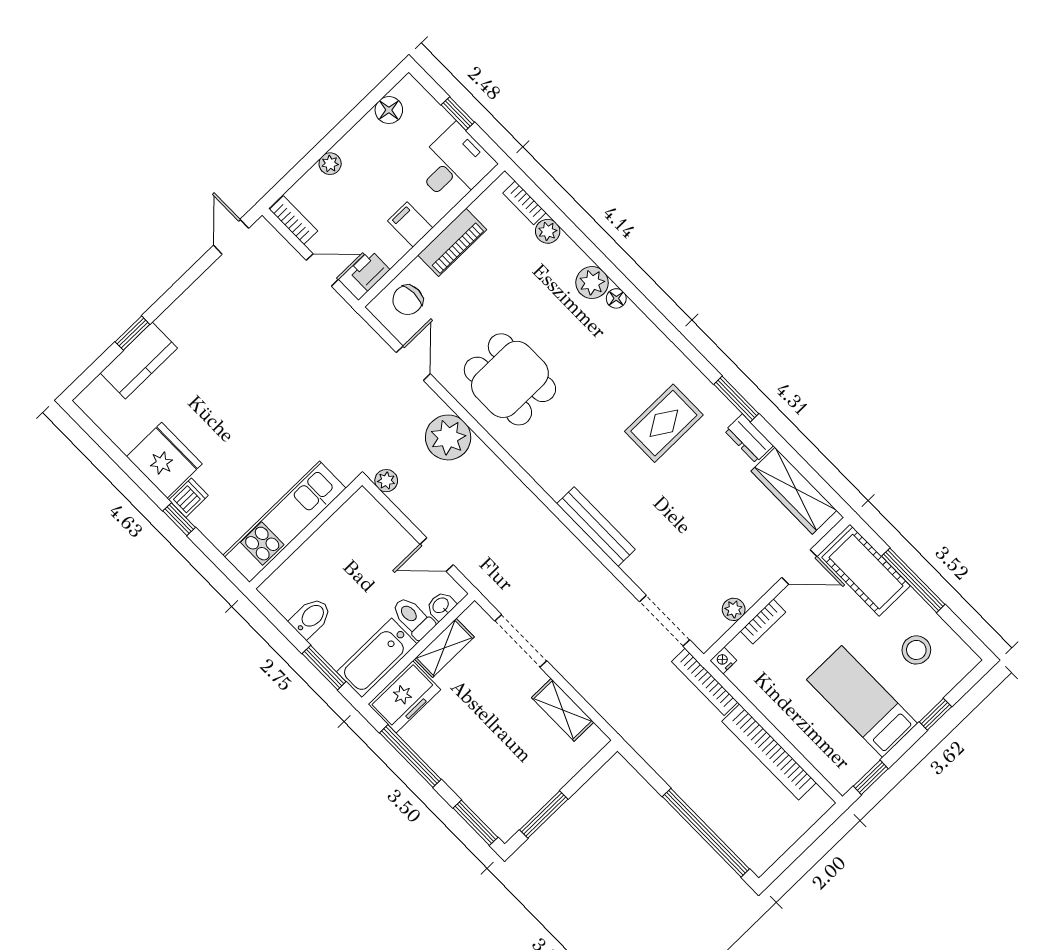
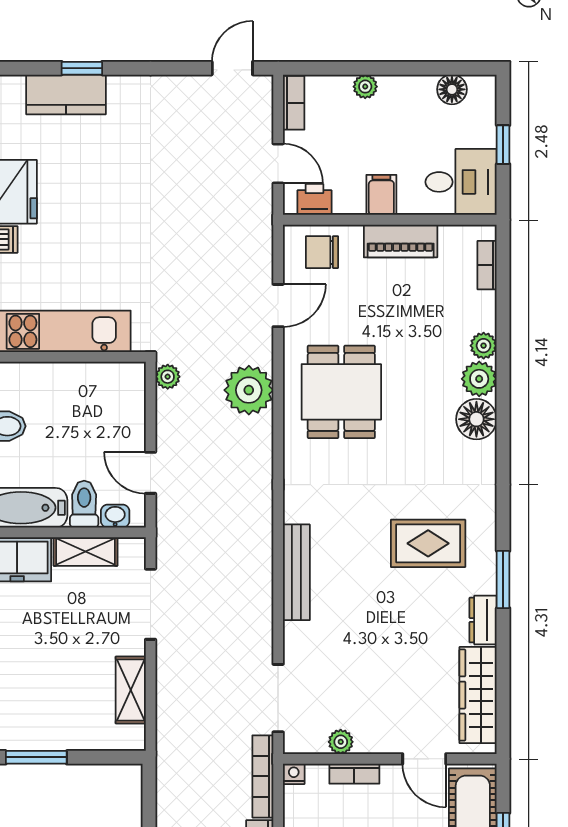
plant: (548, 231) -> (484, 346), moved
floor lamp: (616, 298) -> (476, 419), width x1.89, depth x1.89

